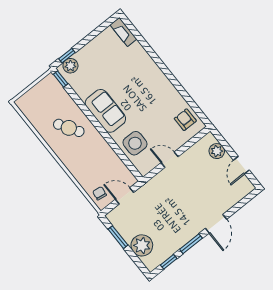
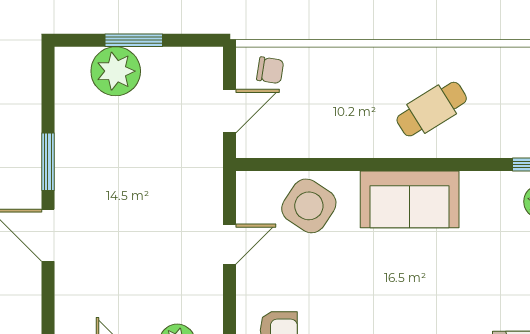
side table: (135, 143) -> (309, 206), turned 33
window: (118, 237) -> (134, 40), moved
window: (169, 262) -> (48, 96), removed

